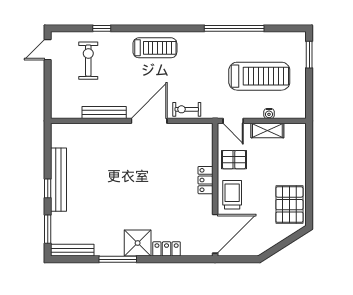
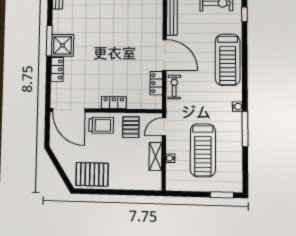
window: (234, 28) -> (245, 129), width x0.68
water cooler: (209, 37) -> (237, 107), added
treadmill: (155, 48) -> (228, 60), width x1.37, depth x1.38
locker: (182, 130) -> (156, 83), added
window: (118, 259) -> (49, 41), moved

